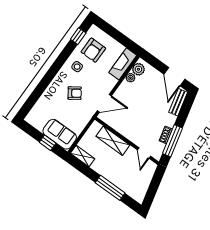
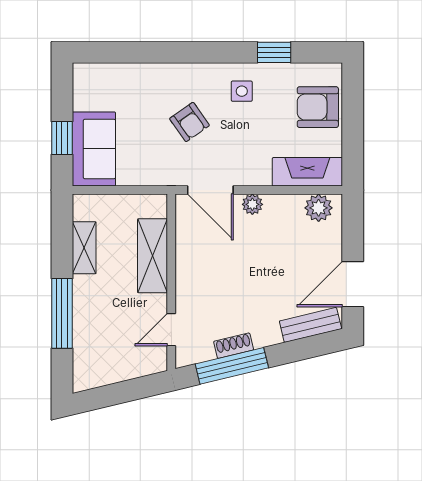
window: (78, 36) -> (274, 52), moved
armchair: (93, 50) -> (318, 107), moved
plant: (130, 78) -> (252, 204), moved
shelving: (83, 156) -> (84, 248), moved

